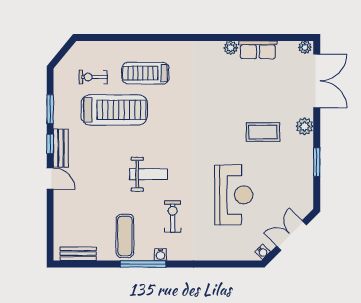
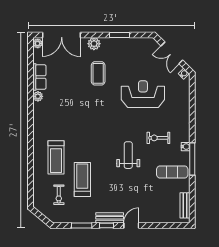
double door: (317, 81) -> (62, 35), swing flipped
treadmill: (114, 110) -> (82, 180), width x0.73, depth x0.73

